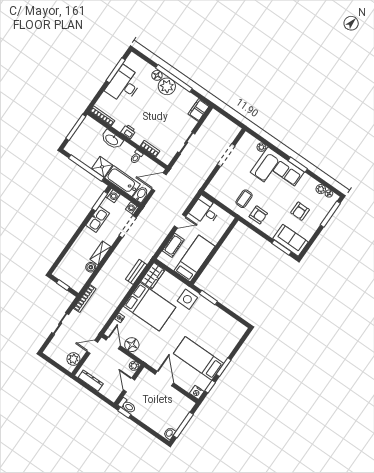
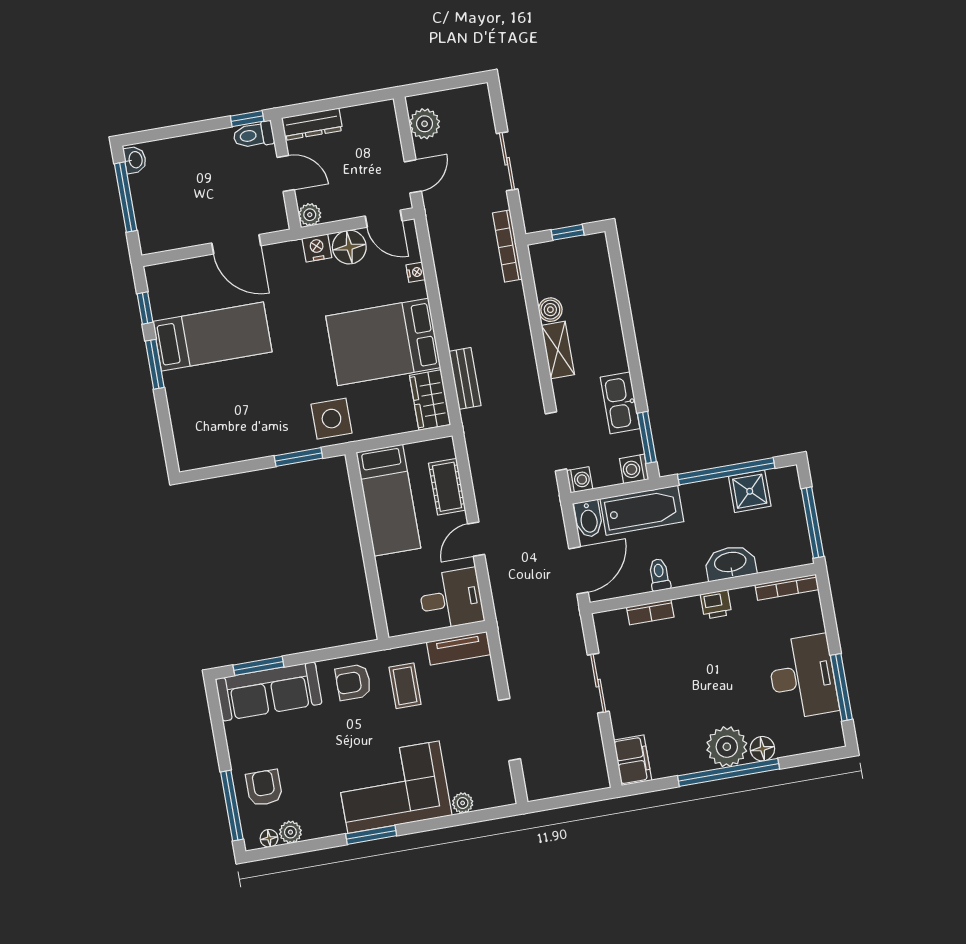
shower: (102, 167) -> (750, 491), moved
tv unit: (217, 194) -> (459, 648), added
armchair: (300, 211) -> (264, 788), moved
sofa: (291, 240) -> (269, 691), width x1.36
dresser: (91, 381) -> (312, 124), moved
nightstand: (197, 392) -> (317, 248), moved

